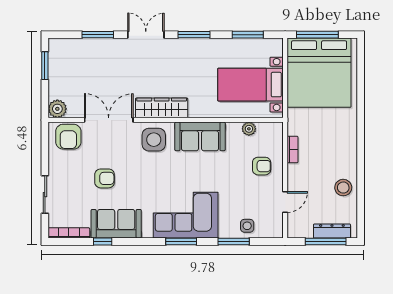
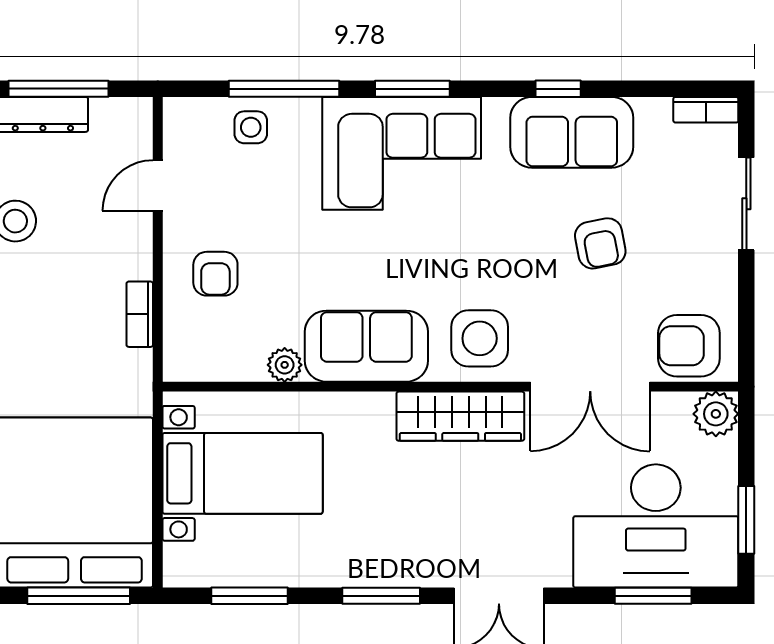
window: (98, 35) -> (653, 596), moved
desk: (82, 63) -> (656, 526), added
plant: (249, 129) -> (285, 365), moved
armchair: (68, 137) -> (689, 346), turned -90
armchair: (262, 166) -> (215, 274), turned -90
armchair: (105, 178) -> (600, 243), turned -101
bookcase: (69, 233) -> (706, 110), width x0.64
window: (103, 242) -> (558, 89), moved
window: (234, 242) -> (284, 89), width x1.44

